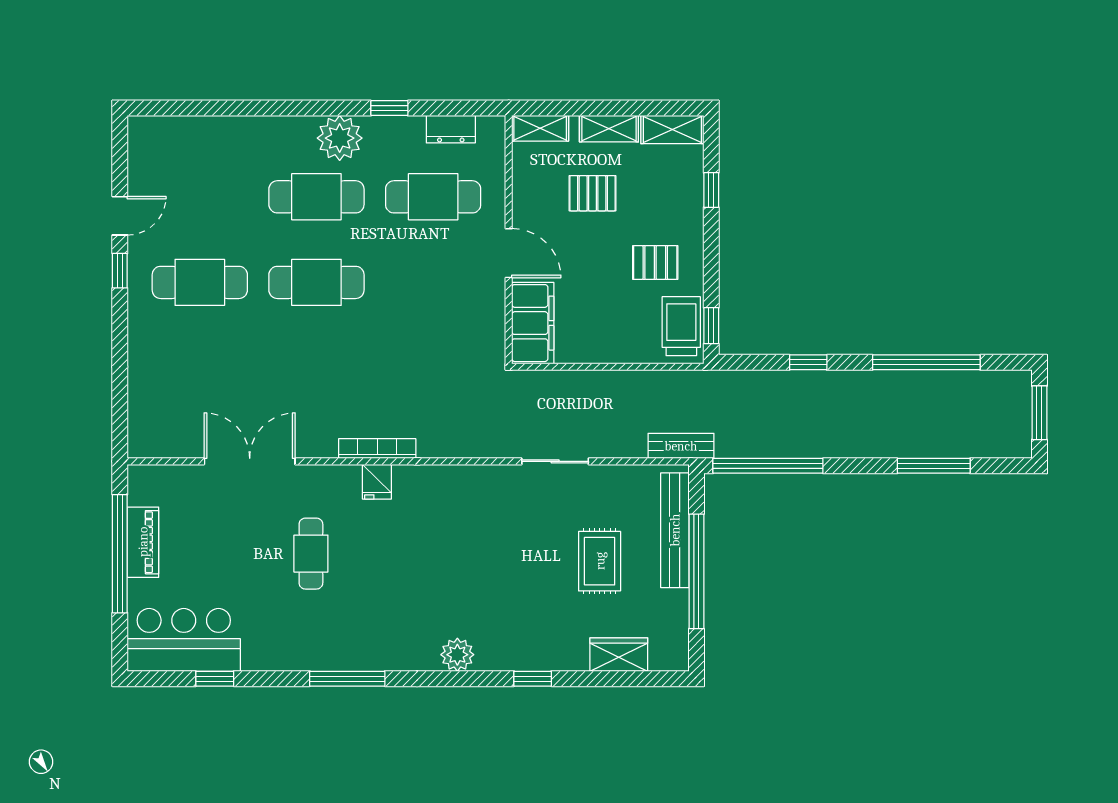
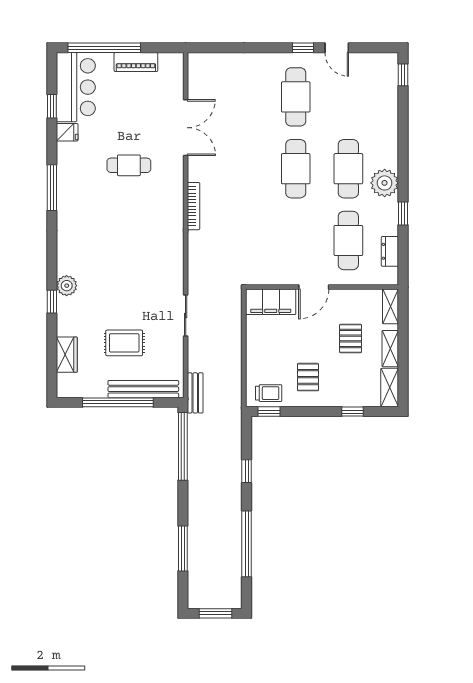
window: (164, 108) -> (403, 75), added
trolley: (681, 326) -> (269, 393), width x0.73, depth x0.72
fridge: (377, 482) -> (67, 132), moved, turned 180
window: (120, 554) -> (104, 48), moved
plant: (457, 655) -> (67, 286), moved

